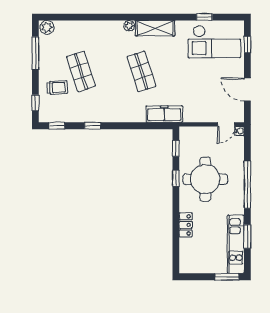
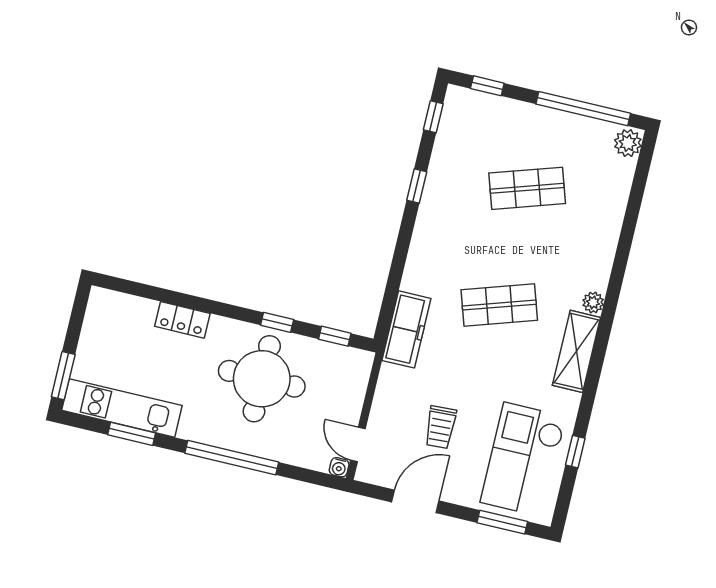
window: (247, 45) -> (502, 522), width x1.50
window: (35, 53) -> (583, 109), width x1.46
trolley: (57, 88) -> (440, 427), moved

